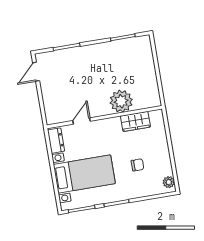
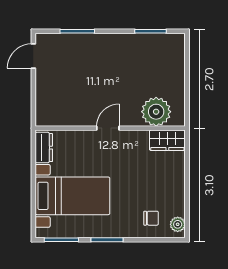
plant: (121, 101) -> (156, 112), moved
door: (82, 121) -> (108, 128), moved
wardrobe: (135, 121) -> (167, 140), moved
chair: (137, 165) -> (151, 218), moved

